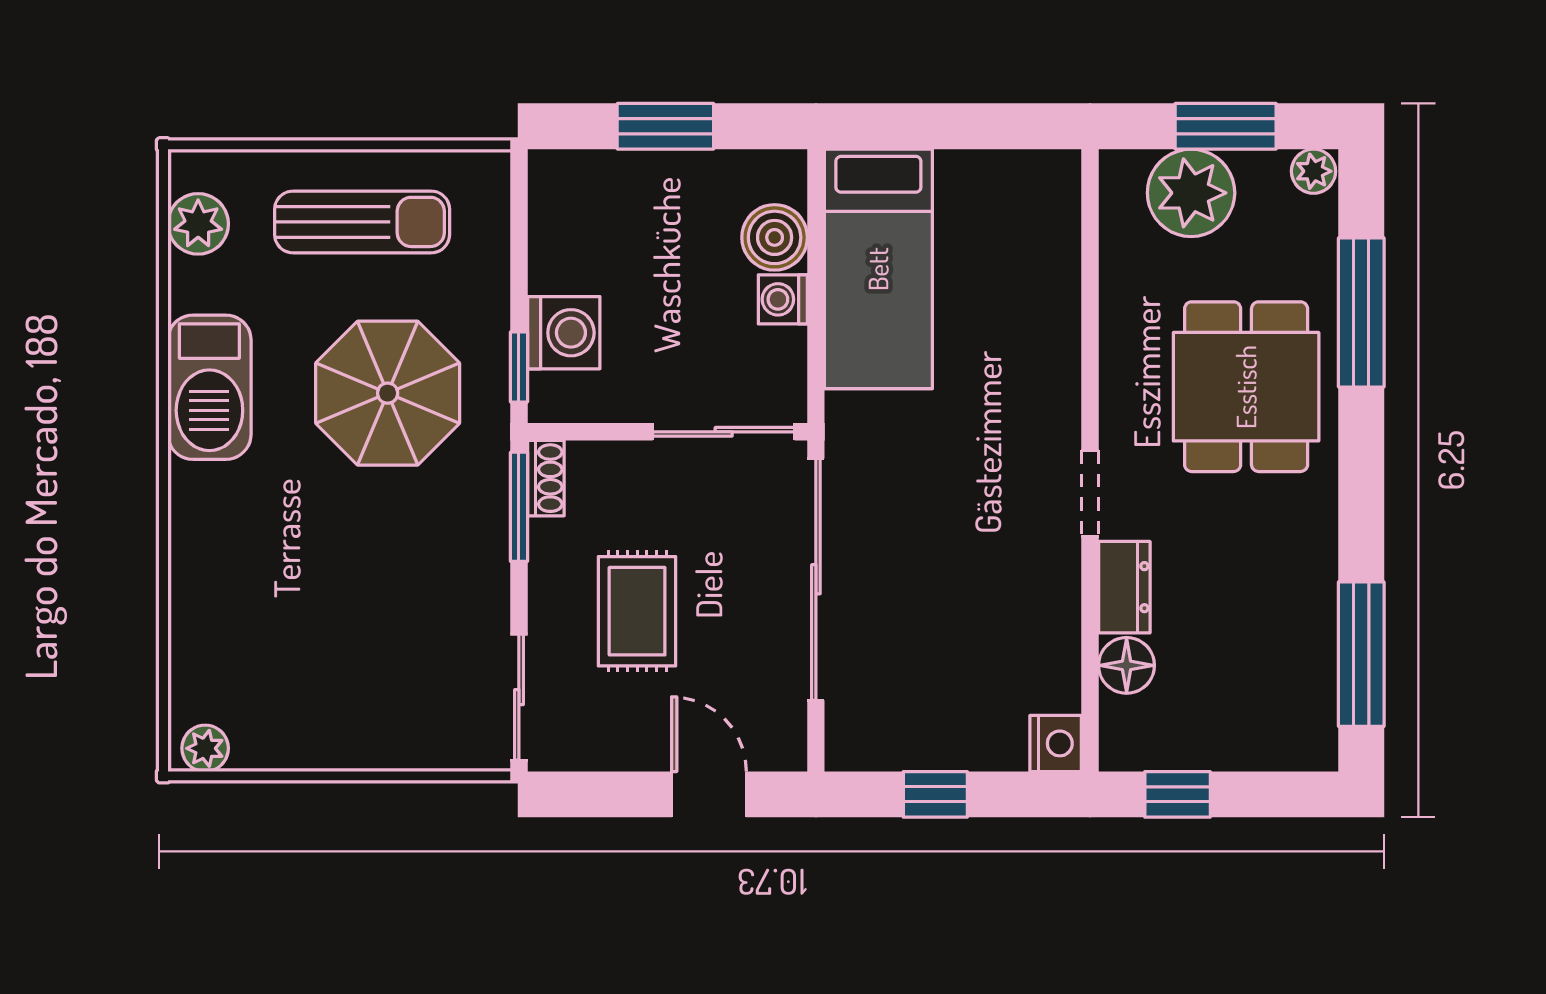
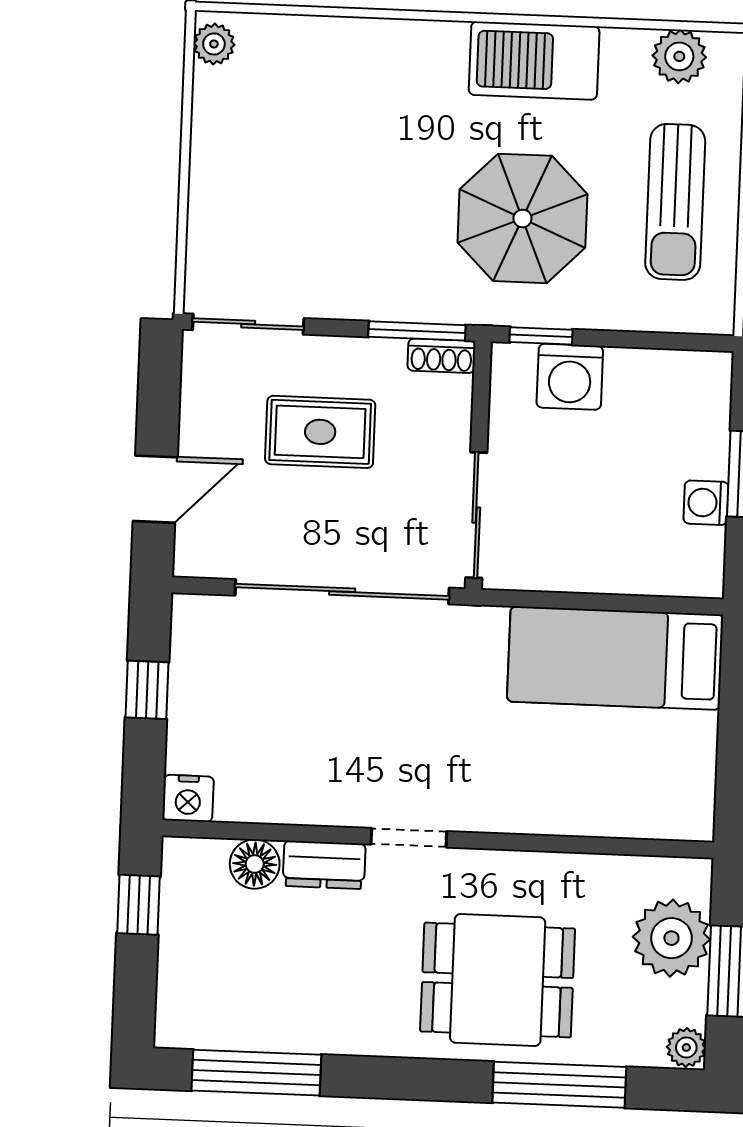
boiler: (775, 237) -> (647, 567), removed
washing machine: (783, 299) -> (706, 503), moved, turned -90

